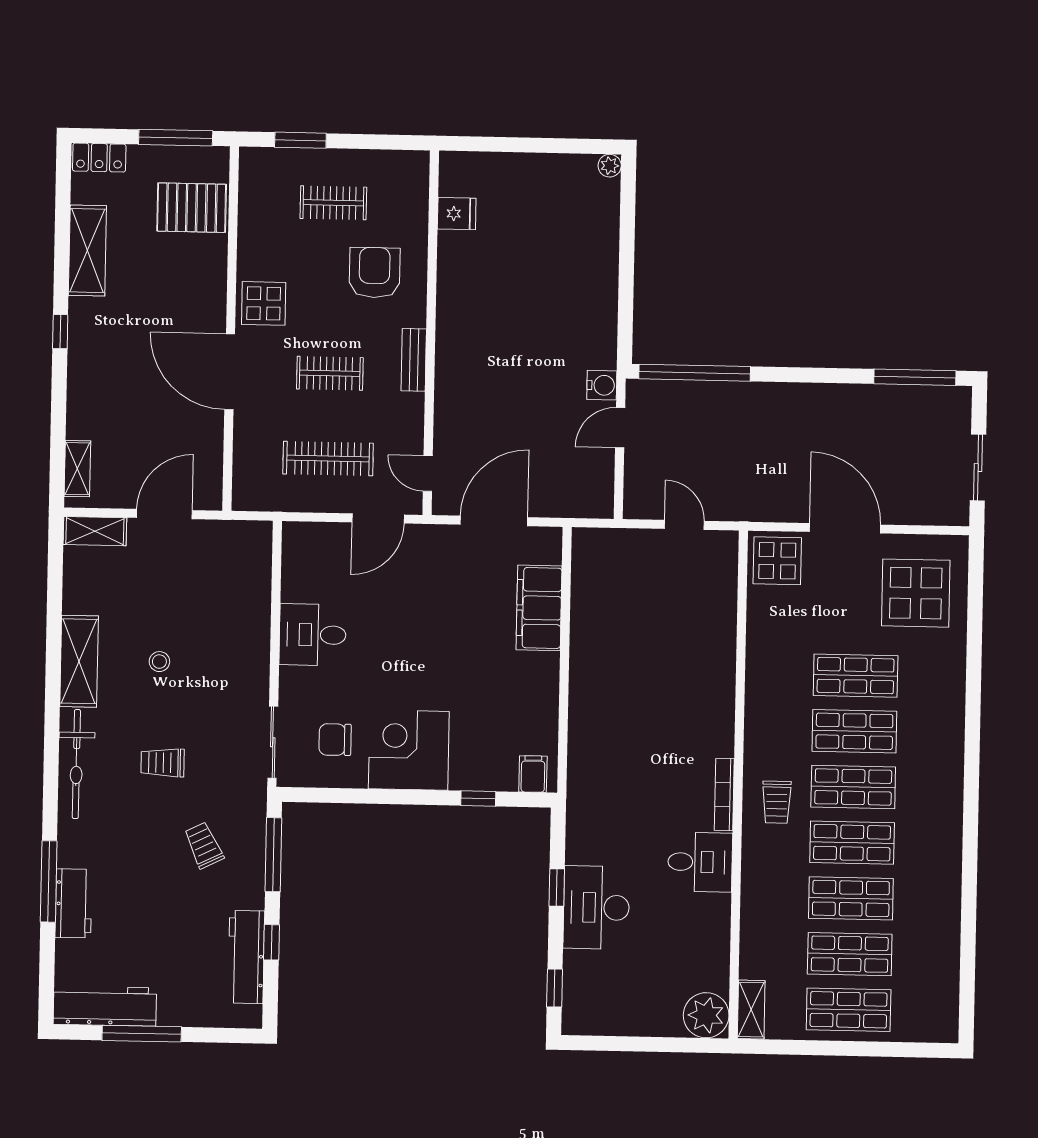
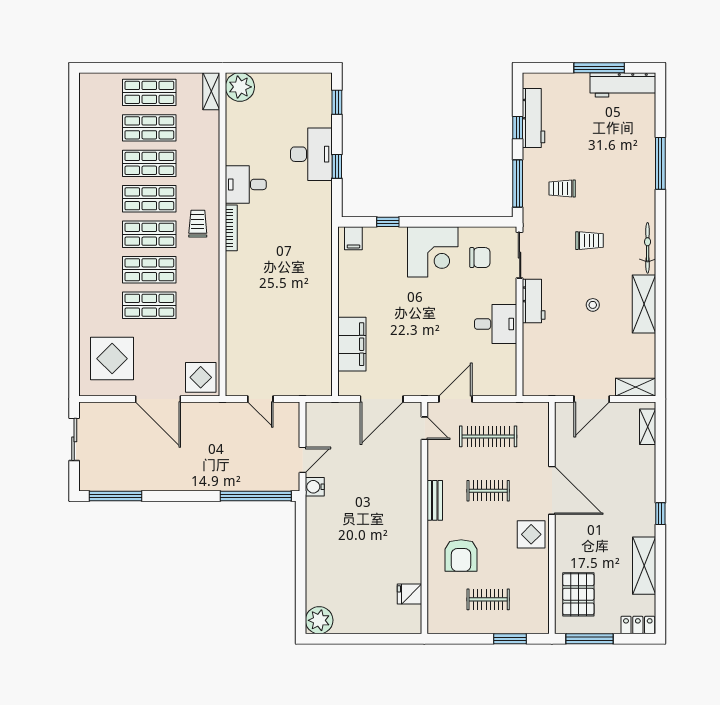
plant: (610, 166) -> (319, 620), width x1.87, depth x1.87
pallet: (192, 208) -> (578, 594), turned 90
bicycle: (76, 764) -> (648, 248), width x0.73, depth x0.71
trolley: (204, 845) -> (562, 188), turned 116
workbench: (73, 903) -> (534, 301), moved, turned 180

